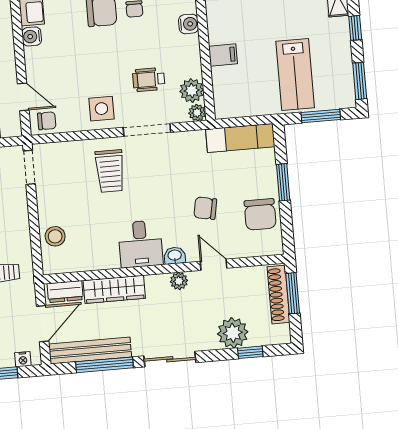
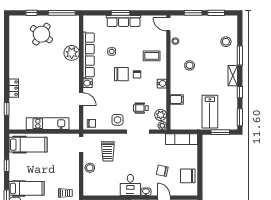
door: (23, 97) -> (81, 99), moved
trolley: (110, 171) -> (108, 151), moved
window: (283, 182) -> (200, 162), removed
chair: (260, 214) -> (188, 176), turned 90
stool: (55, 236) -> (90, 168), moved

